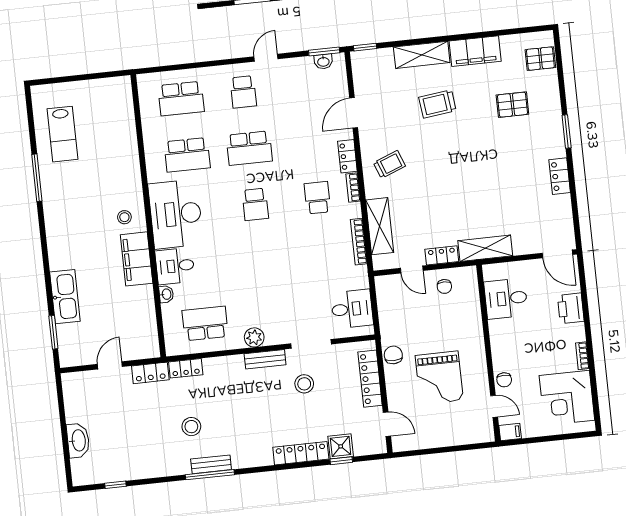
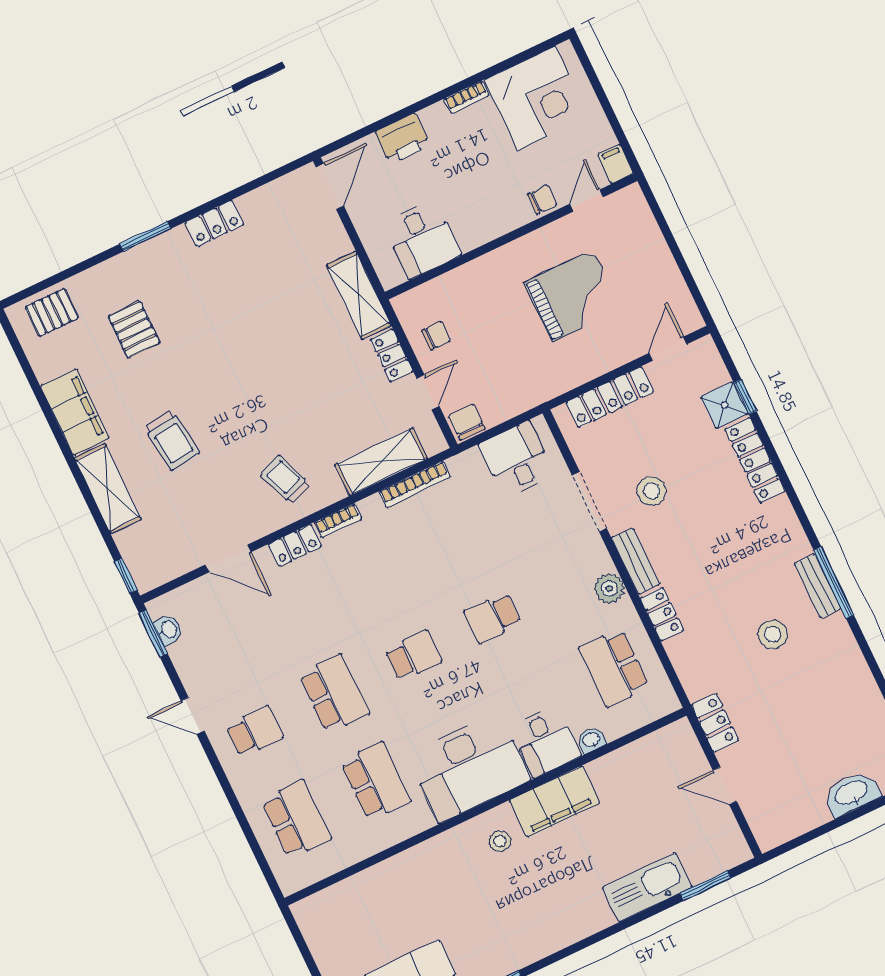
pallet: (540, 59) -> (52, 312), turned 90
school desk: (317, 198) -> (493, 618), moved
chair: (393, 355) -> (467, 422), moved, turned 90
locker: (186, 368) -> (662, 614), moved

